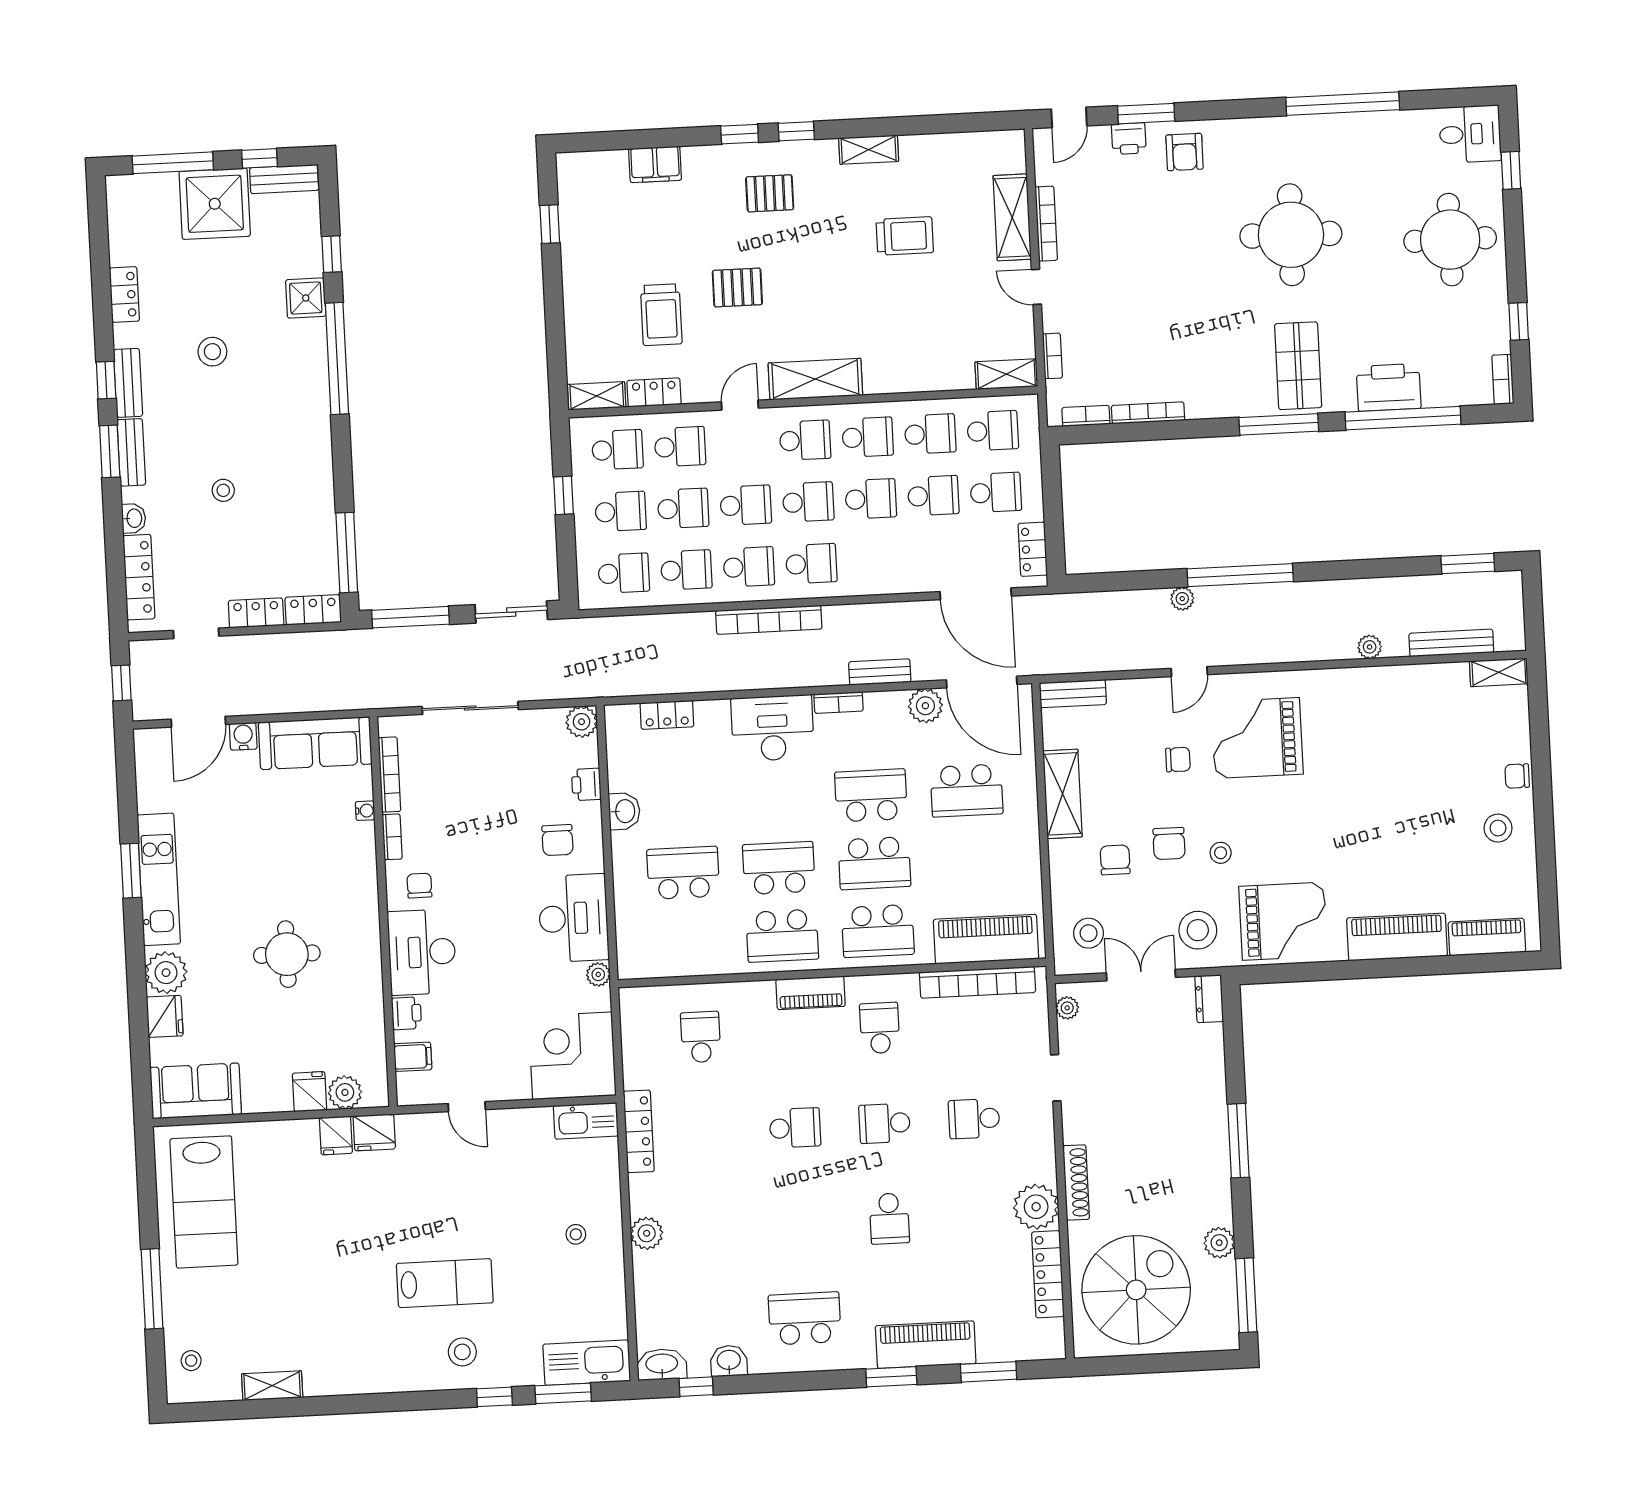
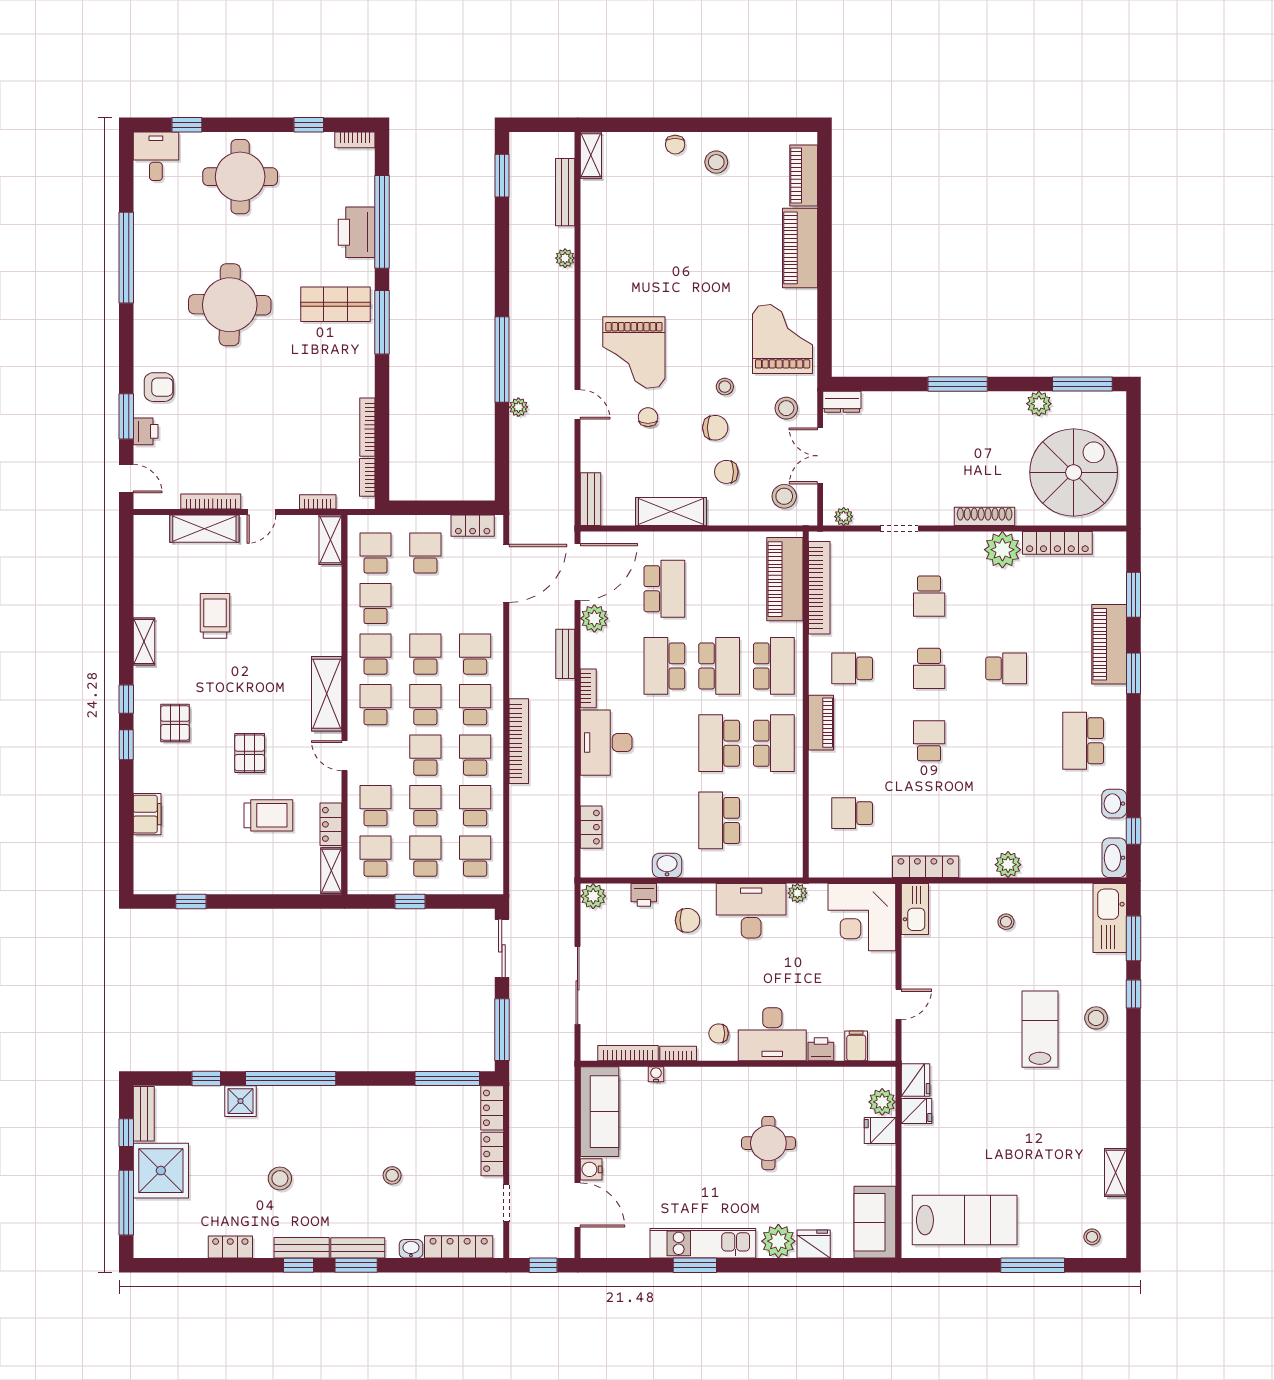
school desk: (933, 496) -> (475, 654), moved
stool: (1198, 930) -> (786, 408), width x0.73, depth x0.73
spiral stairs: (1136, 1290) -> (1074, 472), turned 90

